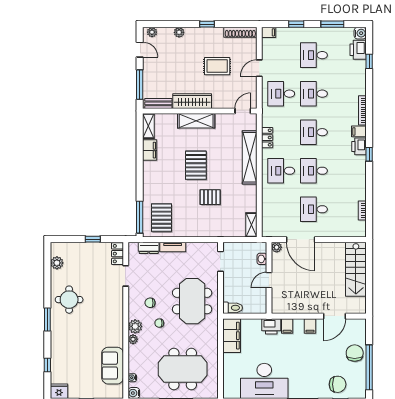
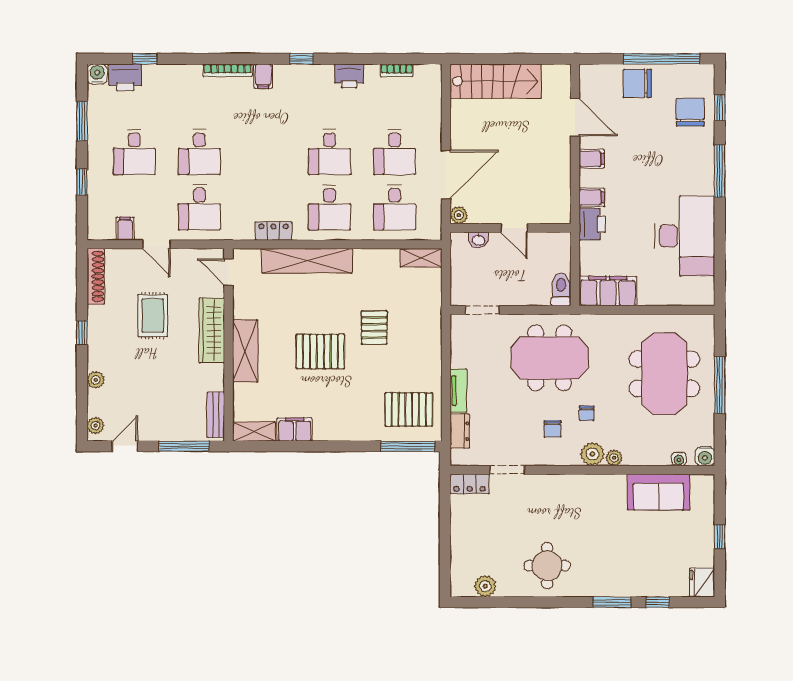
filing cabinet: (269, 32) -> (125, 229), moved
wardrobe: (192, 101) -> (212, 330), moved
desk: (314, 132) -> (395, 207), moved
printer: (359, 146) -> (349, 76), moved
window: (93, 239) -> (445, 526), removed
window: (47, 319) -> (612, 602), moved

